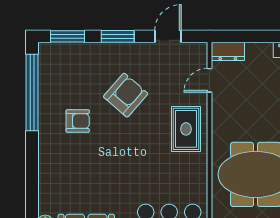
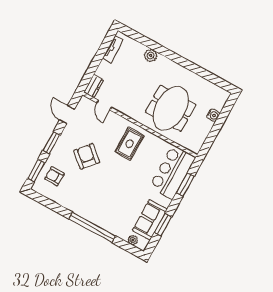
window: (32, 92) -> (92, 227), moved
armchair: (78, 121) -> (54, 176), moved, turned -90
rug: (186, 129) -> (130, 144), moved, turned 90

